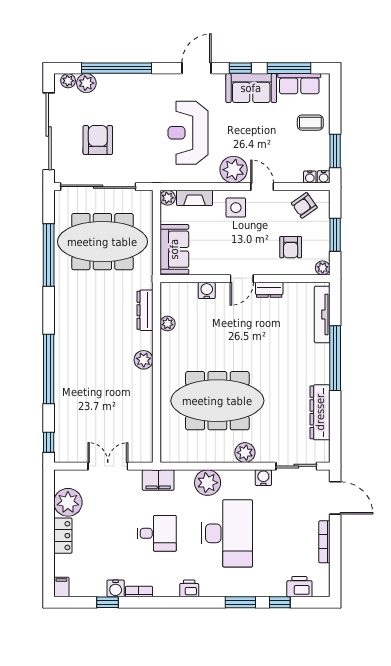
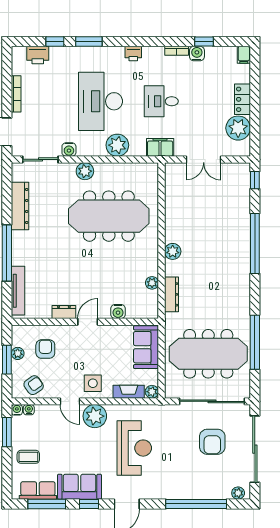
plant: (86, 83) -> (222, 491), removed
plant: (323, 268) -> (18, 353), moved

